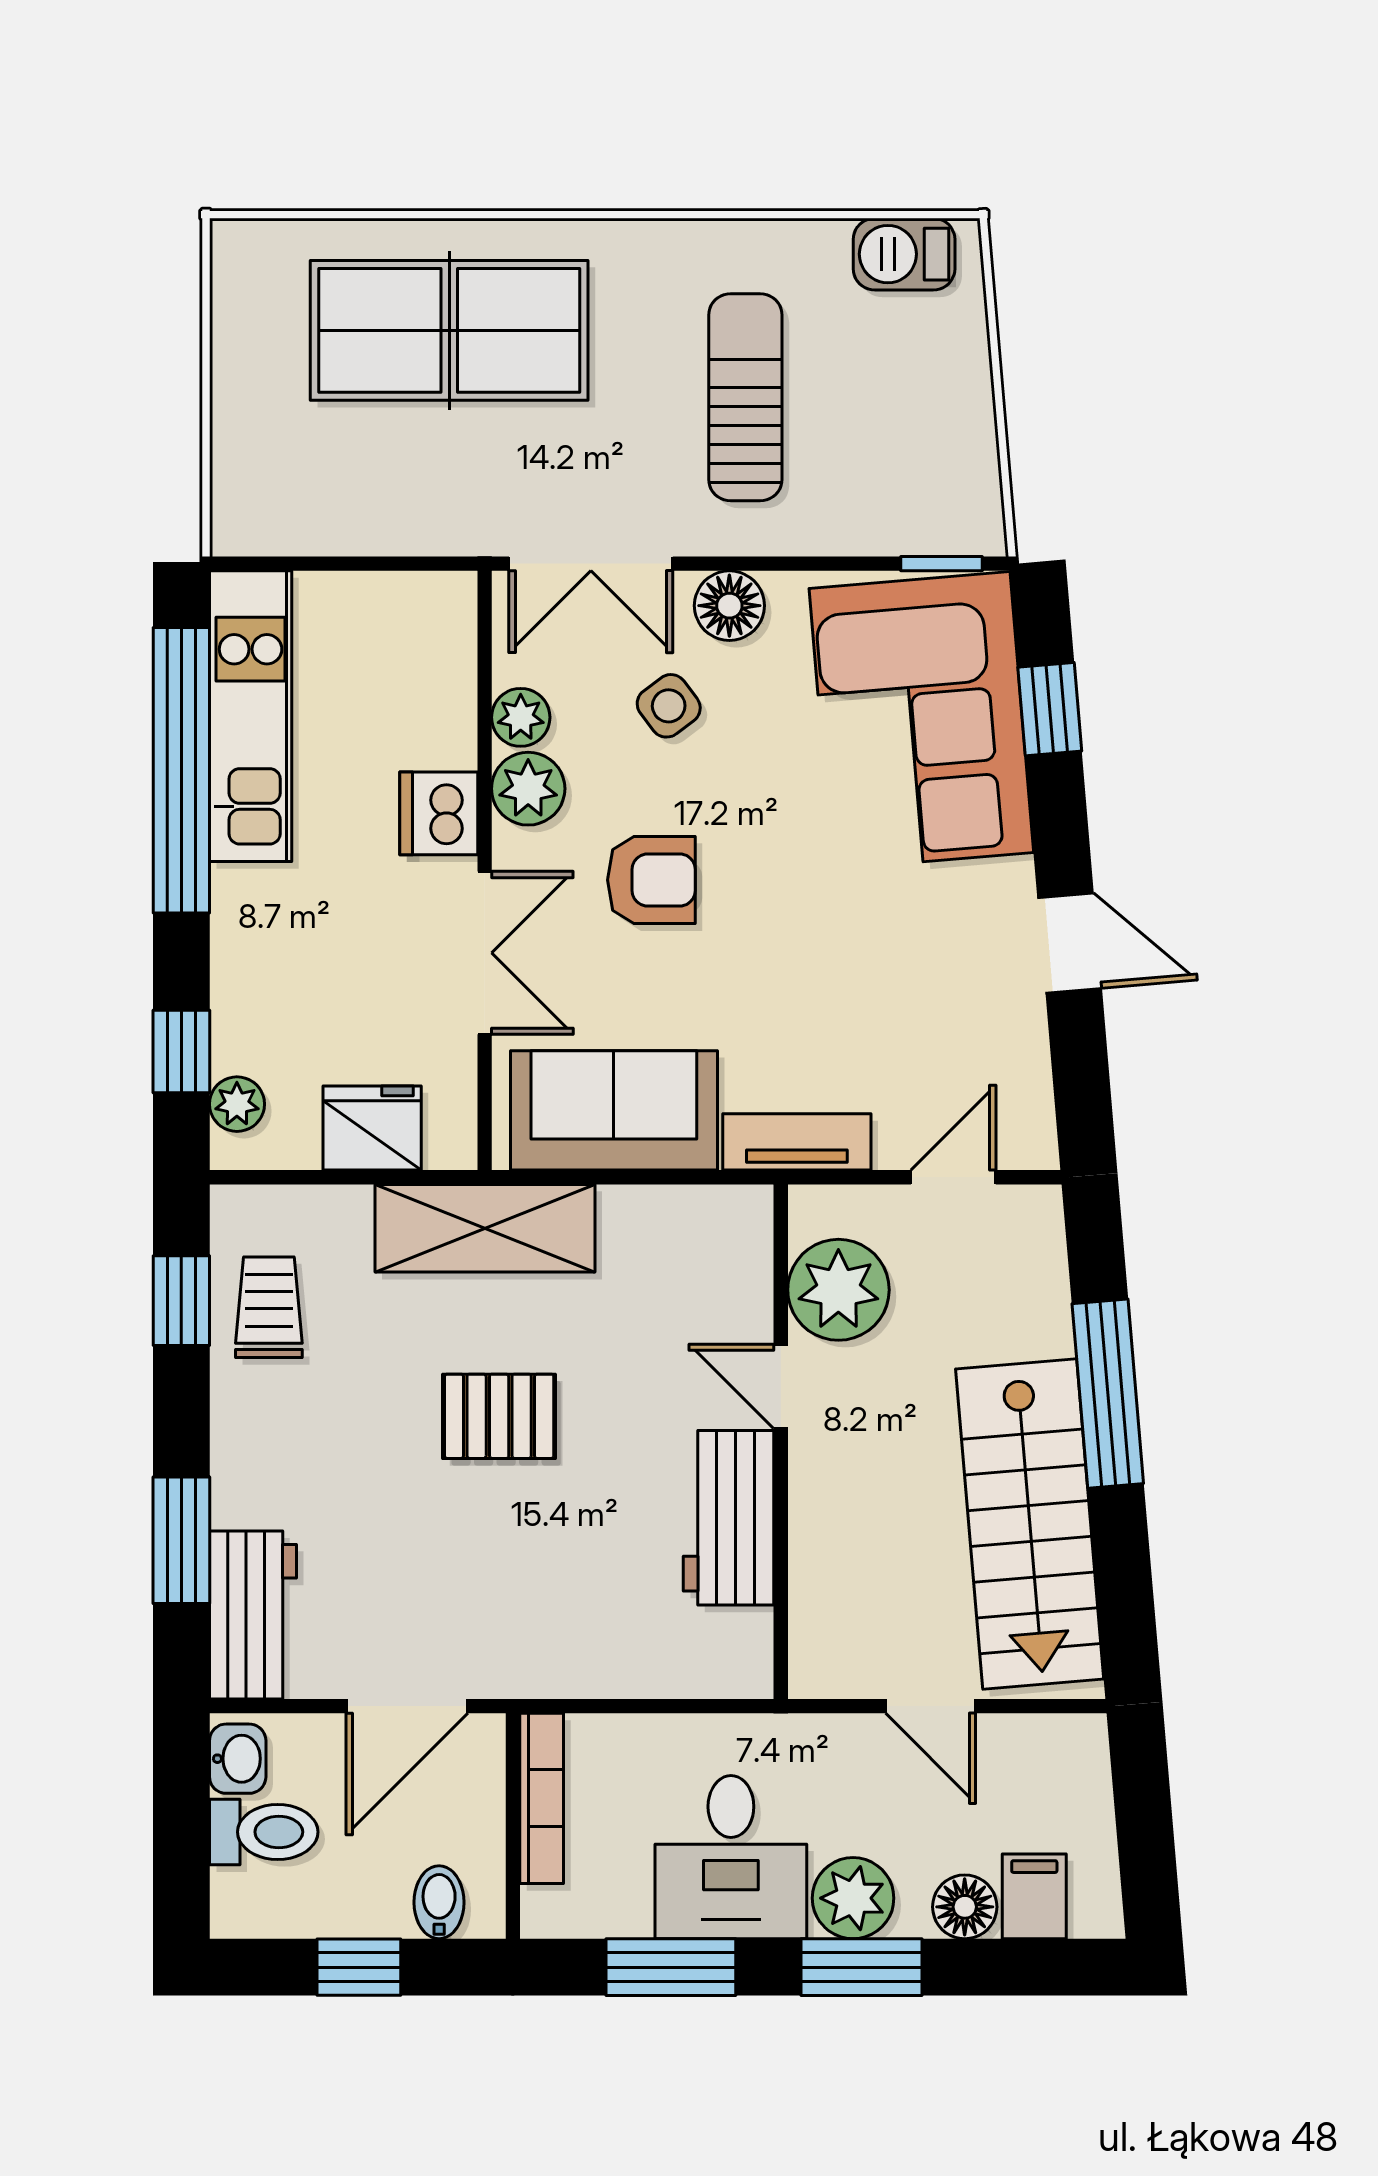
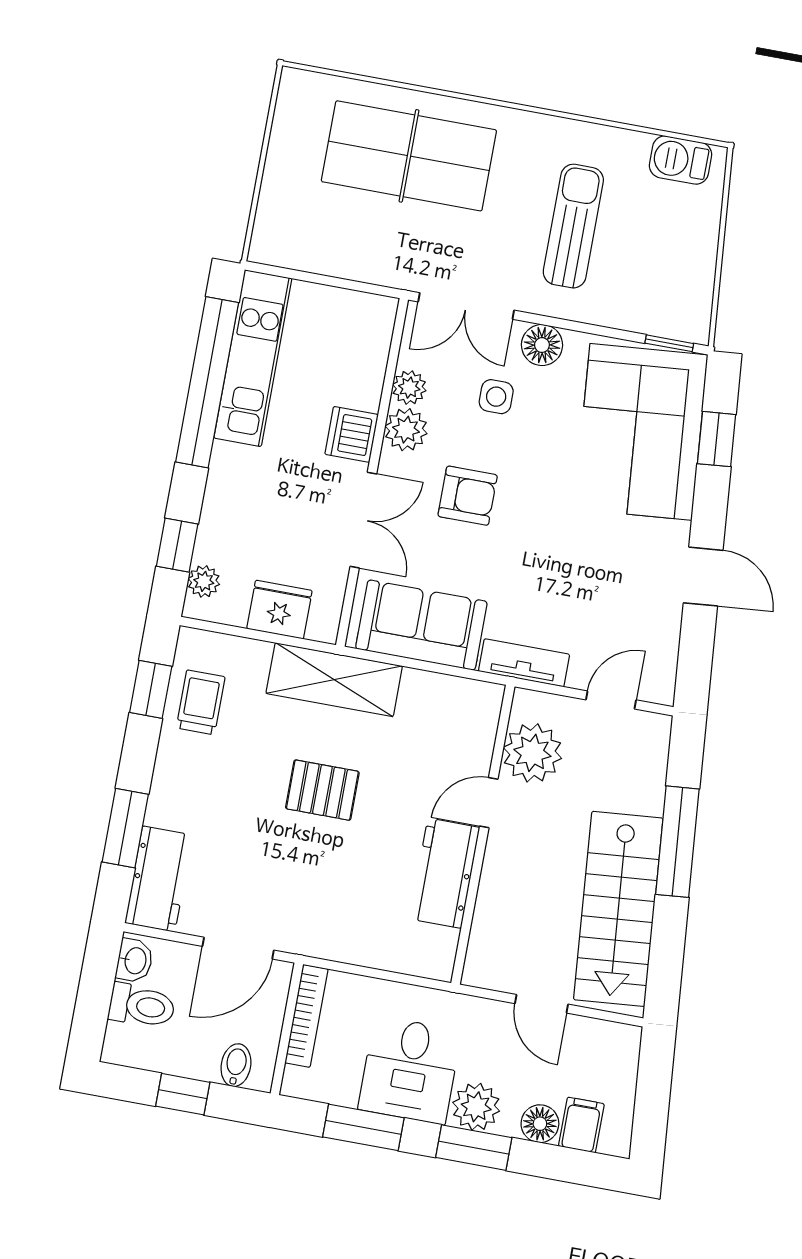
side table: (669, 706) -> (496, 397), turned 37
door: (781, 1386) -> (489, 803), hinge flipped

